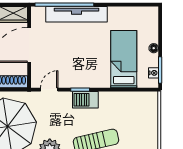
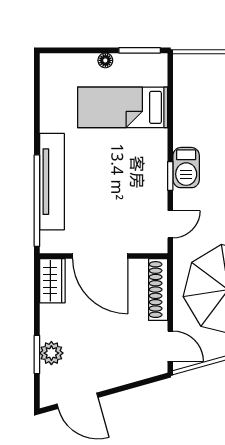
nightstand: (153, 73) -> (144, 61), removed
door: (49, 90) -> (170, 224), swing flipped

